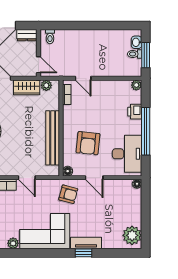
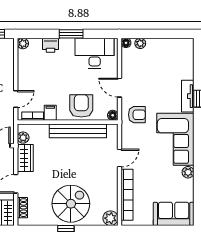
filing cabinet: (70, 111) -> (50, 113), added
window: (146, 131) -> (71, 34), width x0.47
armchair: (88, 143) -> (81, 106), moved, turned -96
door: (94, 178) -> (119, 88), swing flipped
armchair: (68, 194) -> (137, 115), turned 75
plant: (132, 235) -> (140, 43), moved, width x0.53, depth x0.53

